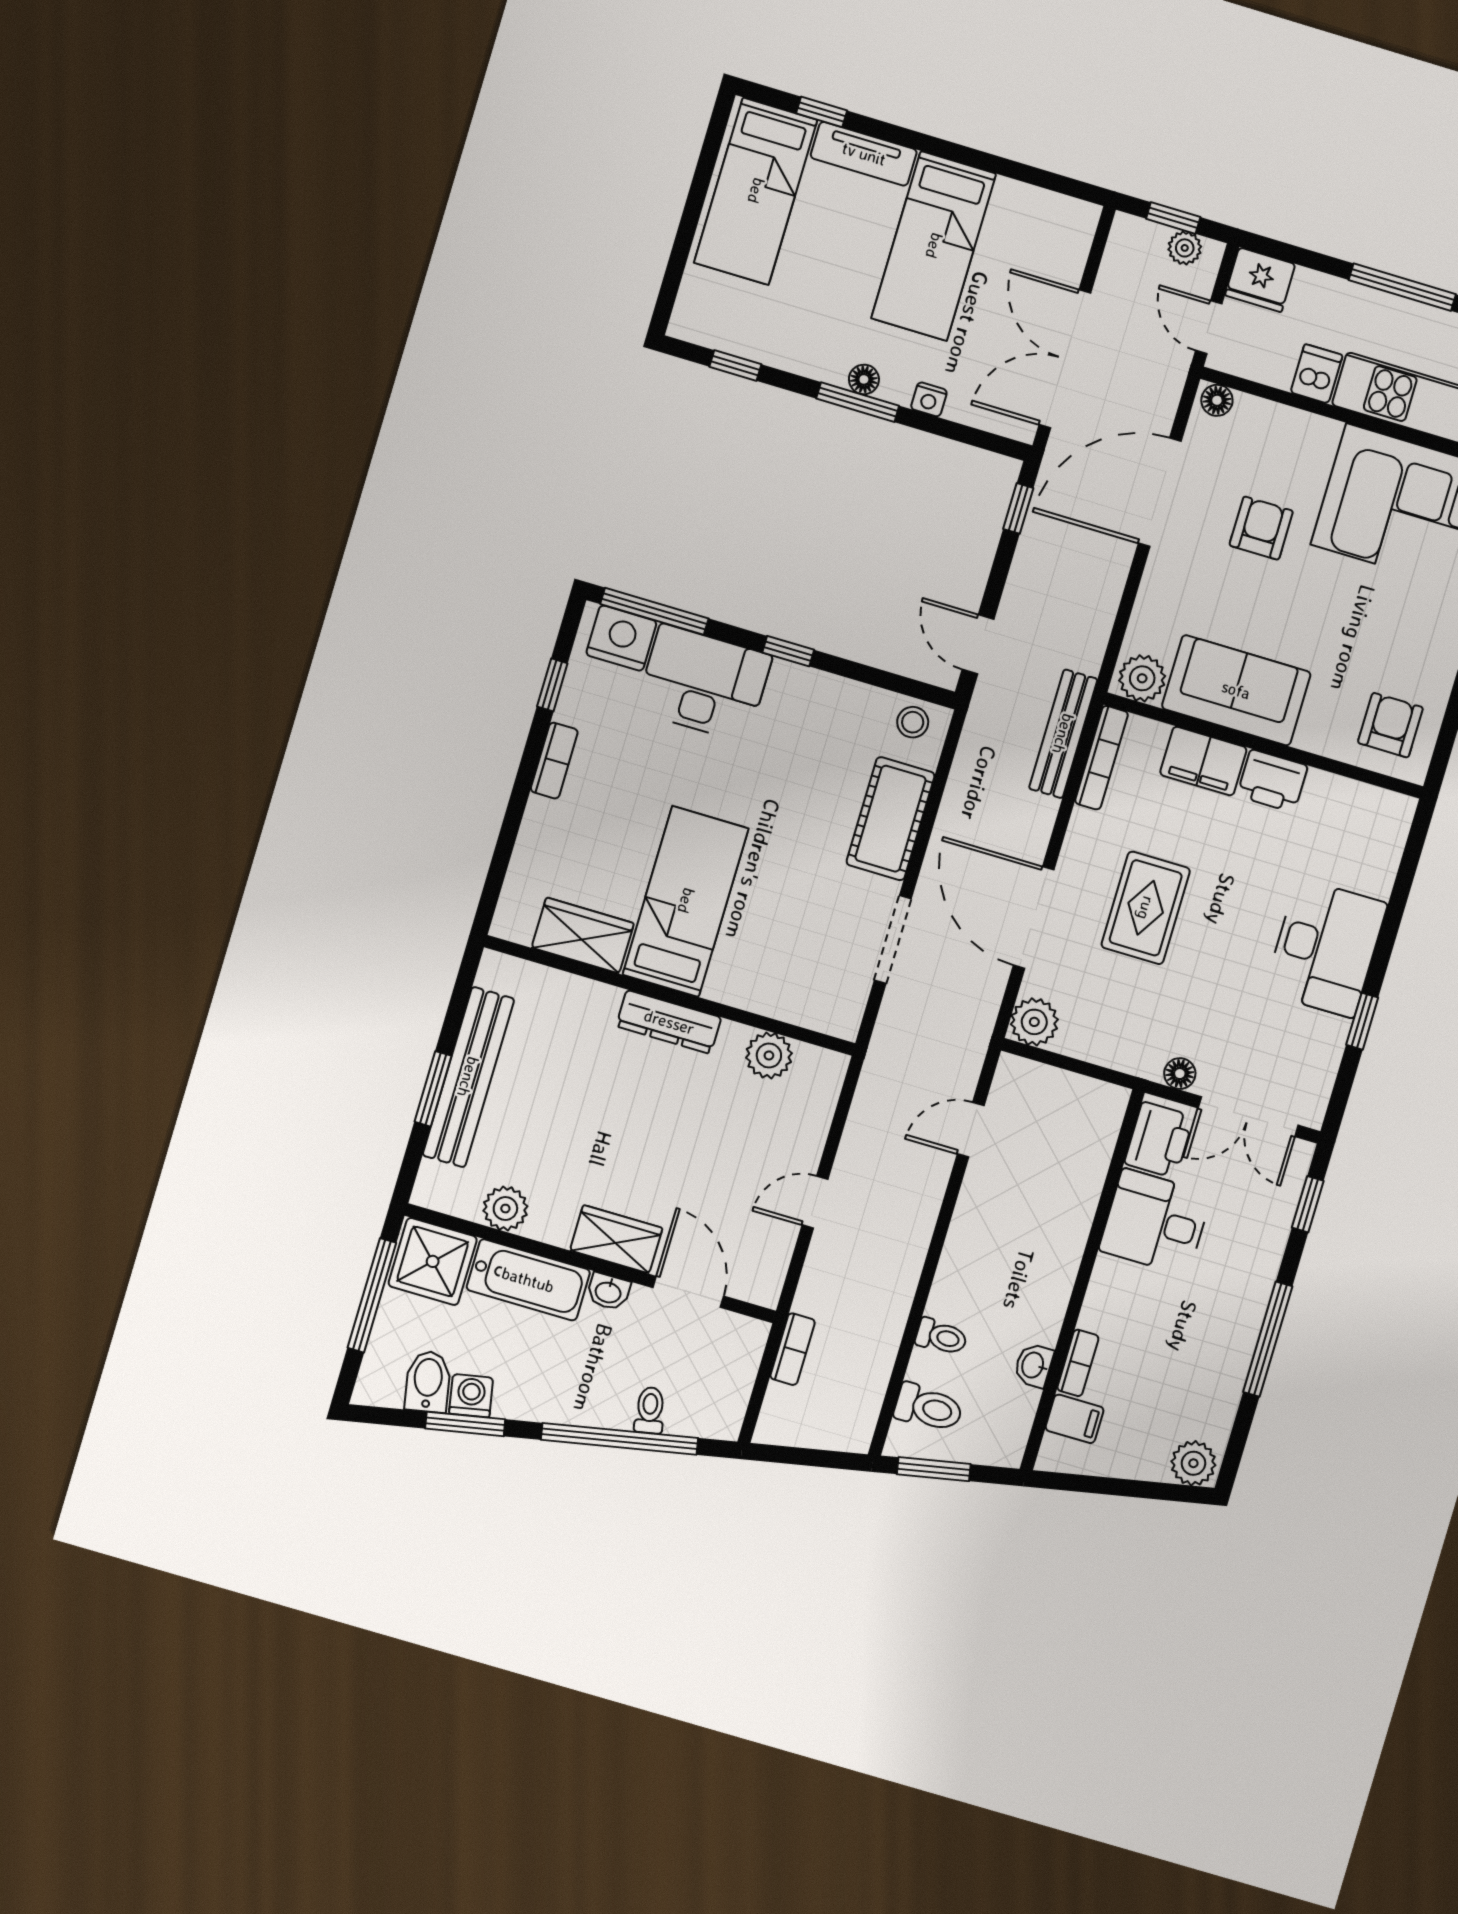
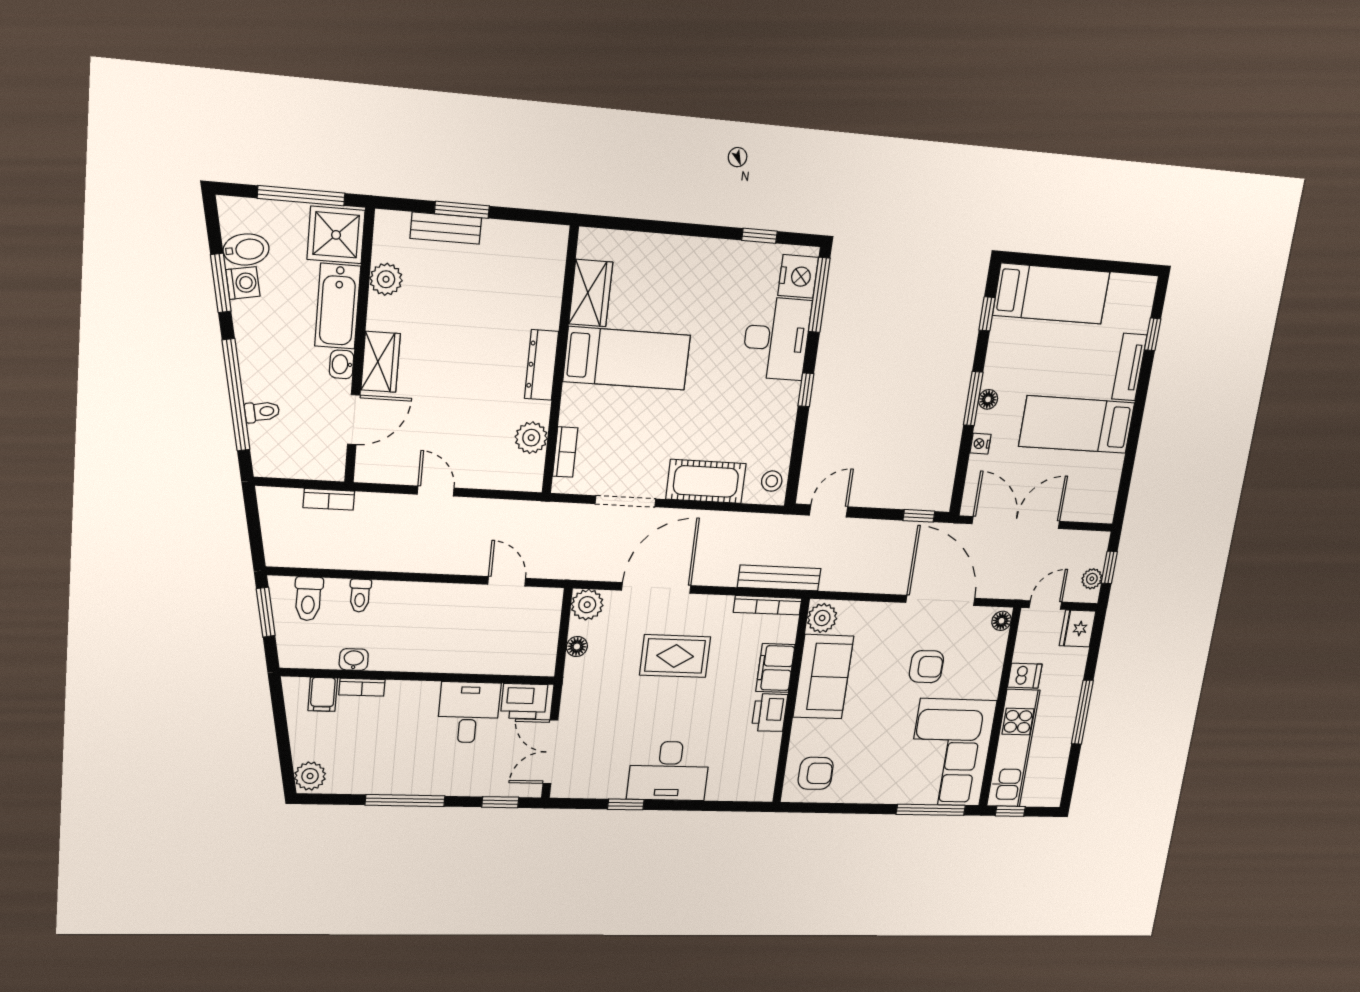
bed: (756, 191) -> (1051, 294), moved, turned 180
bookcase: (554, 761) -> (565, 452), moved, turned -90
floor lamp: (1180, 1074) -> (577, 647), moved
bench: (468, 1077) -> (446, 228), width x0.54, depth x0.82

